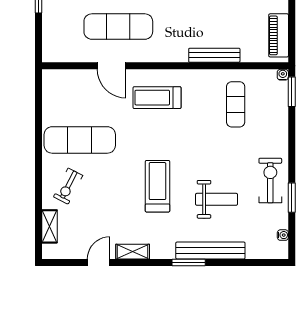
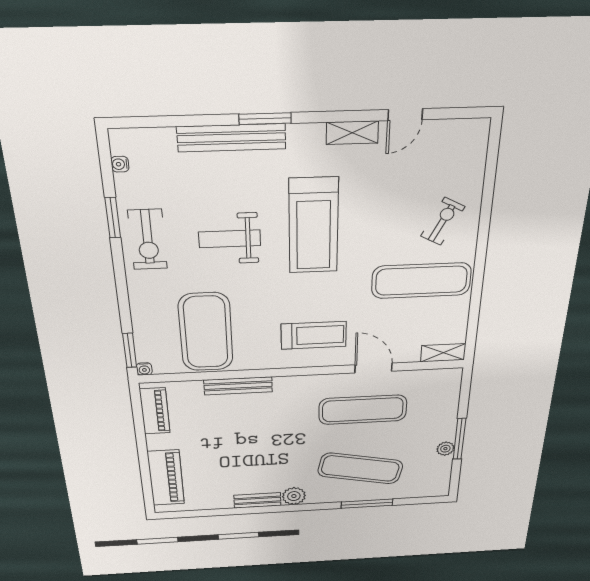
exercise mat: (236, 104) -> (206, 332), width x2.00, depth x1.45
treadmill: (157, 186) -> (314, 226), width x1.37, depth x1.38
weight bench: (217, 199) -> (230, 239), moved
shelving: (50, 226) -> (443, 353), moved, turned 90

